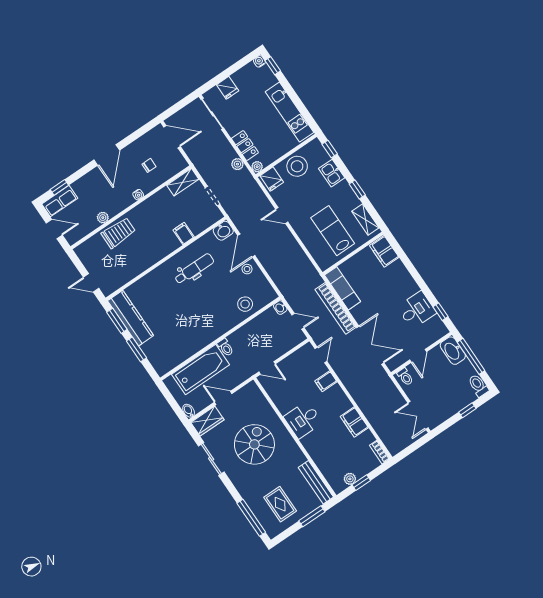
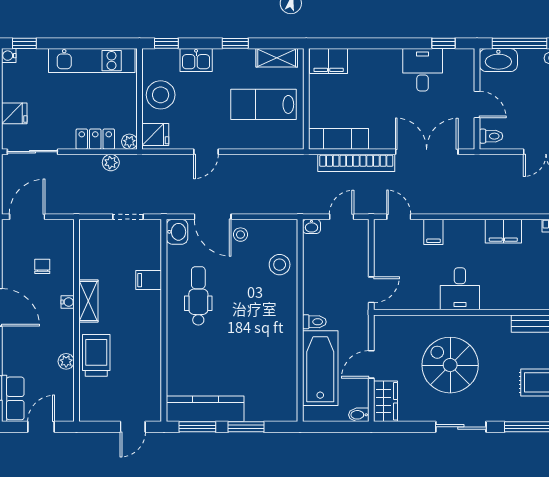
shelving: (183, 182) -> (88, 301), moved
sliding door: (211, 459) -> (461, 427), moved

